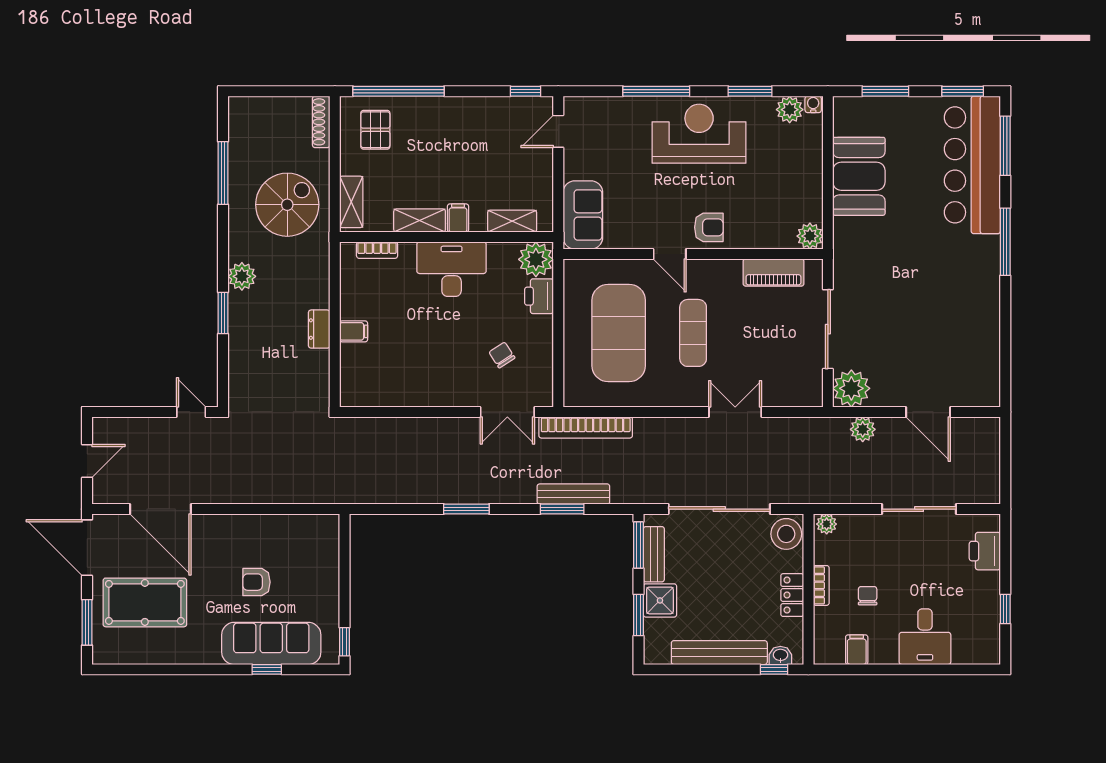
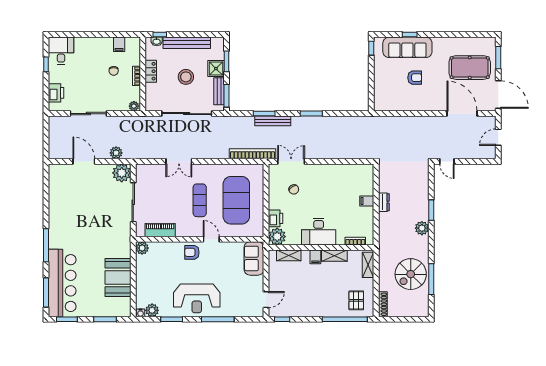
spiral stairs: (287, 205) -> (411, 274), moved
bench: (573, 494) -> (273, 121), moved
stool: (786, 534) -> (186, 77), moved
desk: (925, 637) -> (61, 51), moved

